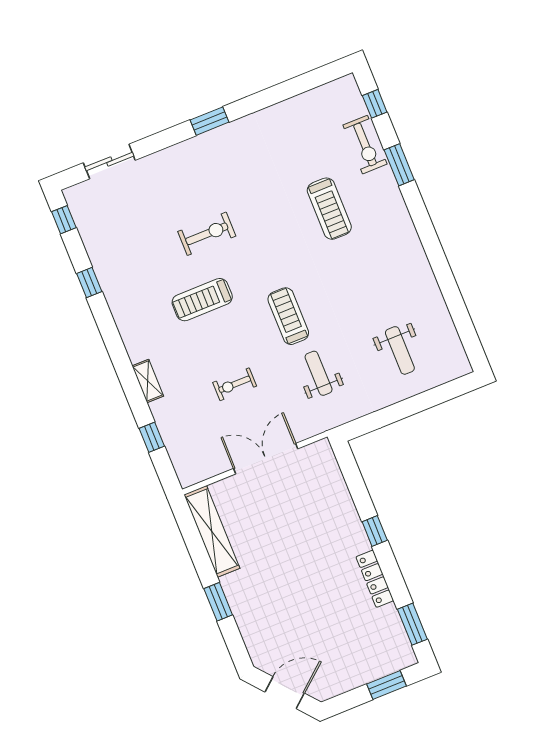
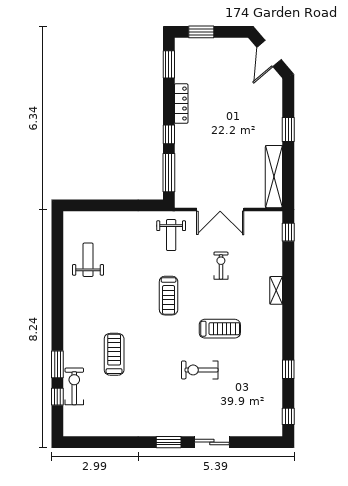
window: (375, 104) -> (57, 397), moved
sliding door: (109, 161) -> (212, 442), moved
weight bench: (400, 350) -> (88, 260), moved
weight bench: (319, 373) -> (171, 235), moved
exercise bike: (235, 384) -> (221, 266), turned -90
window: (152, 437) -> (288, 232), moved
window: (354, 480) -> (169, 173), added
door: (285, 693) -> (269, 54), hinge flipped

